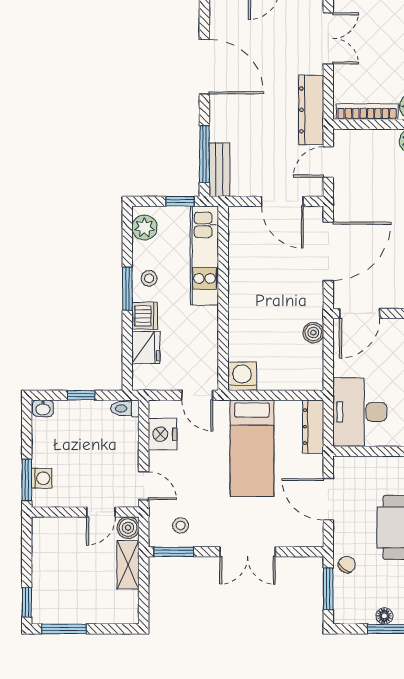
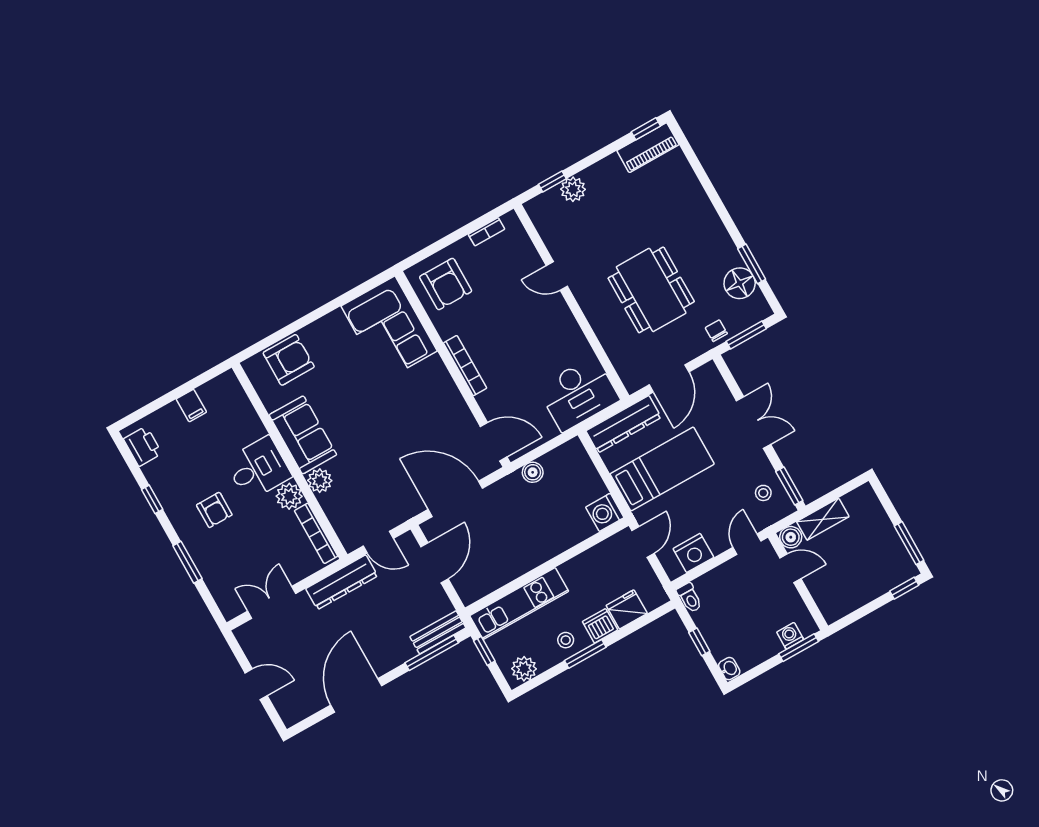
dresser: (313, 427) -> (624, 424), width x1.37, depth x1.24
chair: (347, 565) -> (716, 331), turned 53
floor lamp: (384, 616) -> (740, 283), width x1.89, depth x1.89

